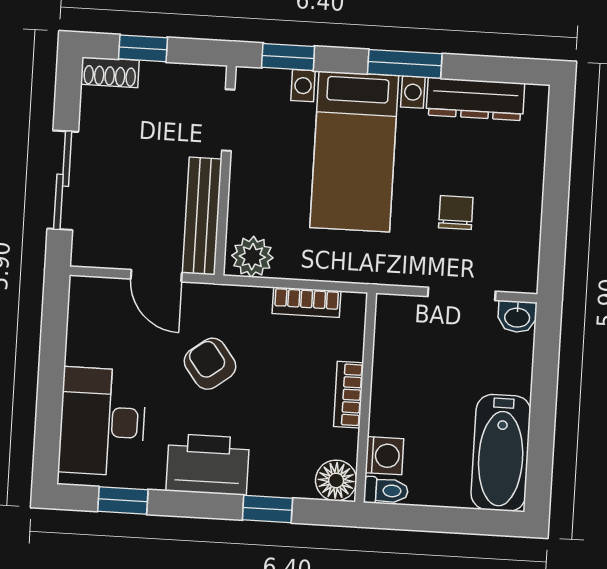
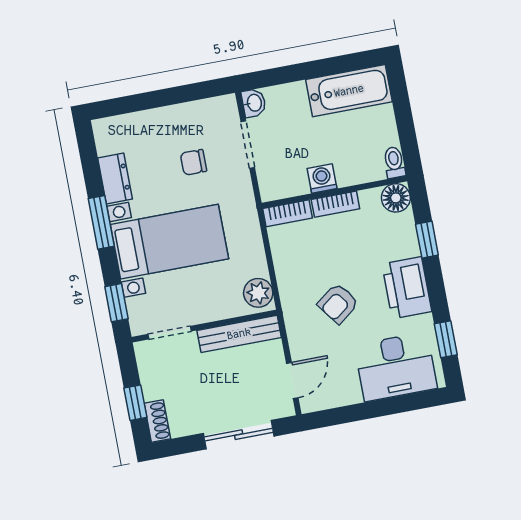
dresser: (475, 99) -> (115, 178), width x0.70
door: (156, 276) -> (292, 381), moved
bookcase: (306, 302) -> (288, 213), moved, turned 90
washing machine: (384, 456) -> (322, 179), moved

